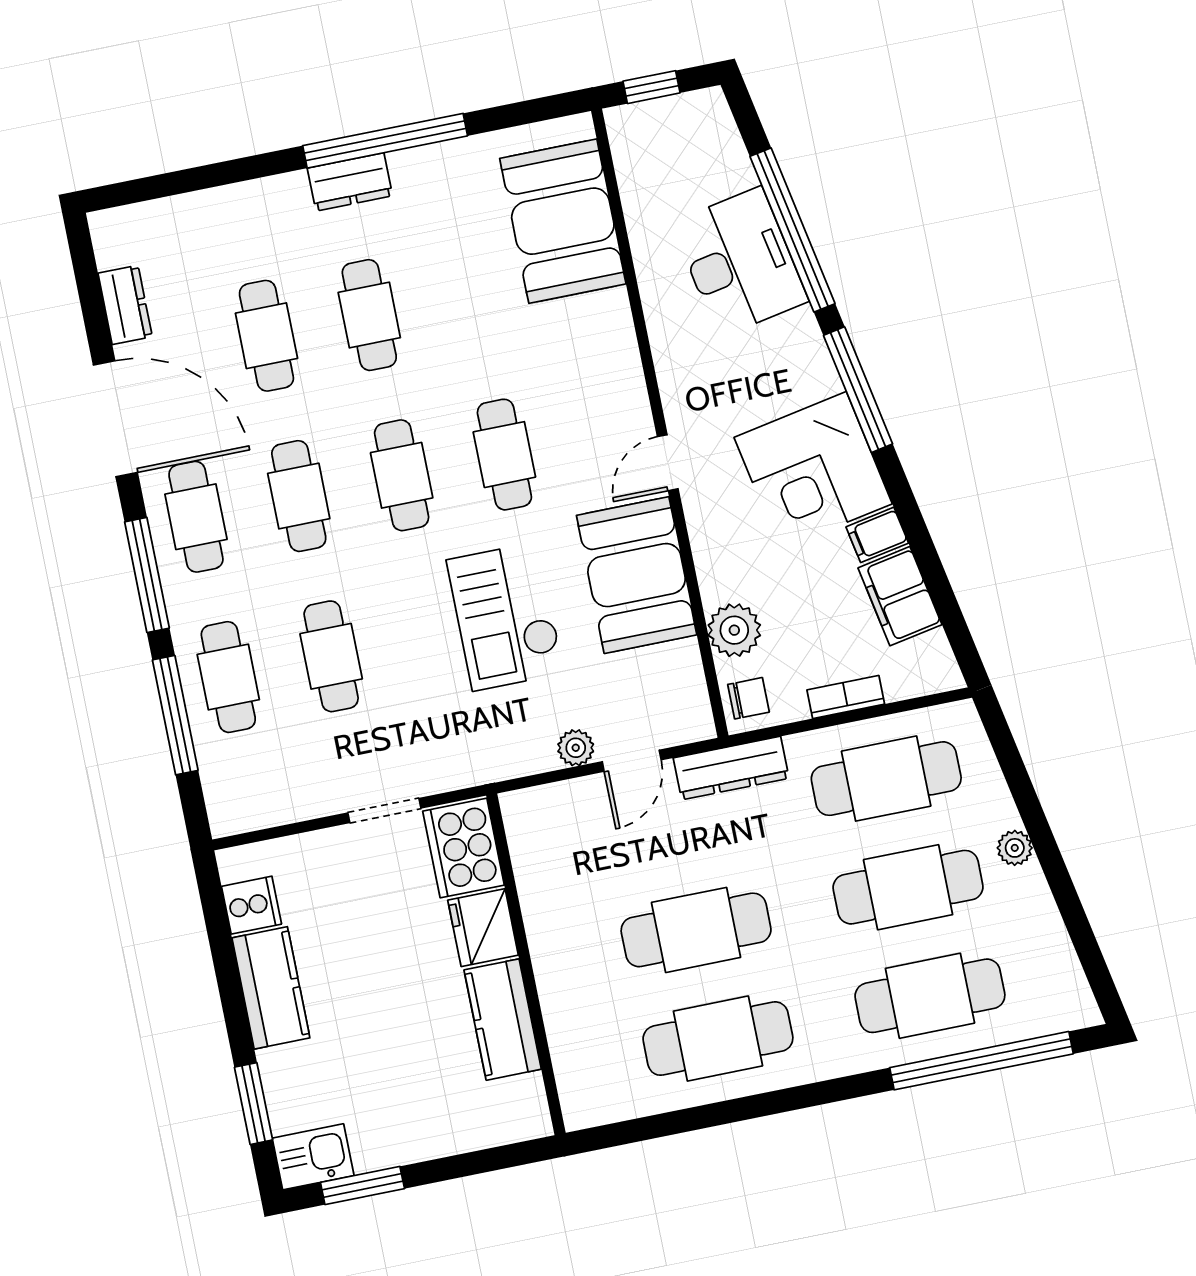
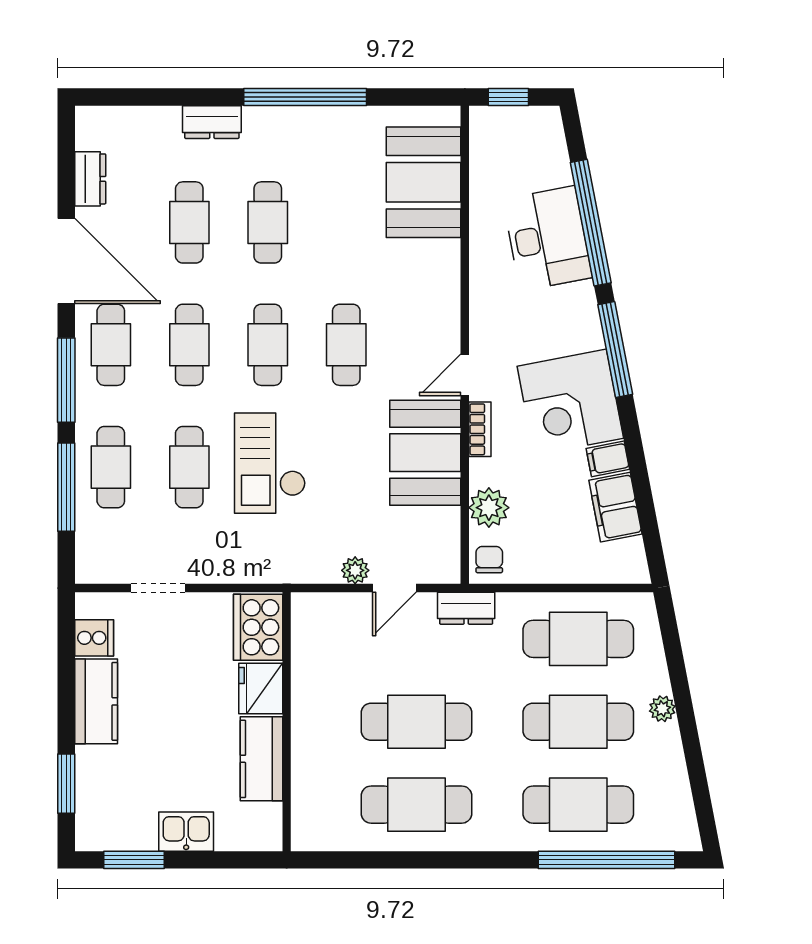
dresser: (350, 182) -> (212, 122), moved
checkout: (505, 616) -> (270, 463), moved
bookcase: (846, 697) -> (480, 429), moved, turned 90
chair: (748, 698) -> (489, 560), turned -90
dresser: (731, 768) -> (466, 608), width x0.70
doorway: (384, 811) -> (158, 588), moved
kitchen sink: (313, 1157) -> (186, 832), moved

